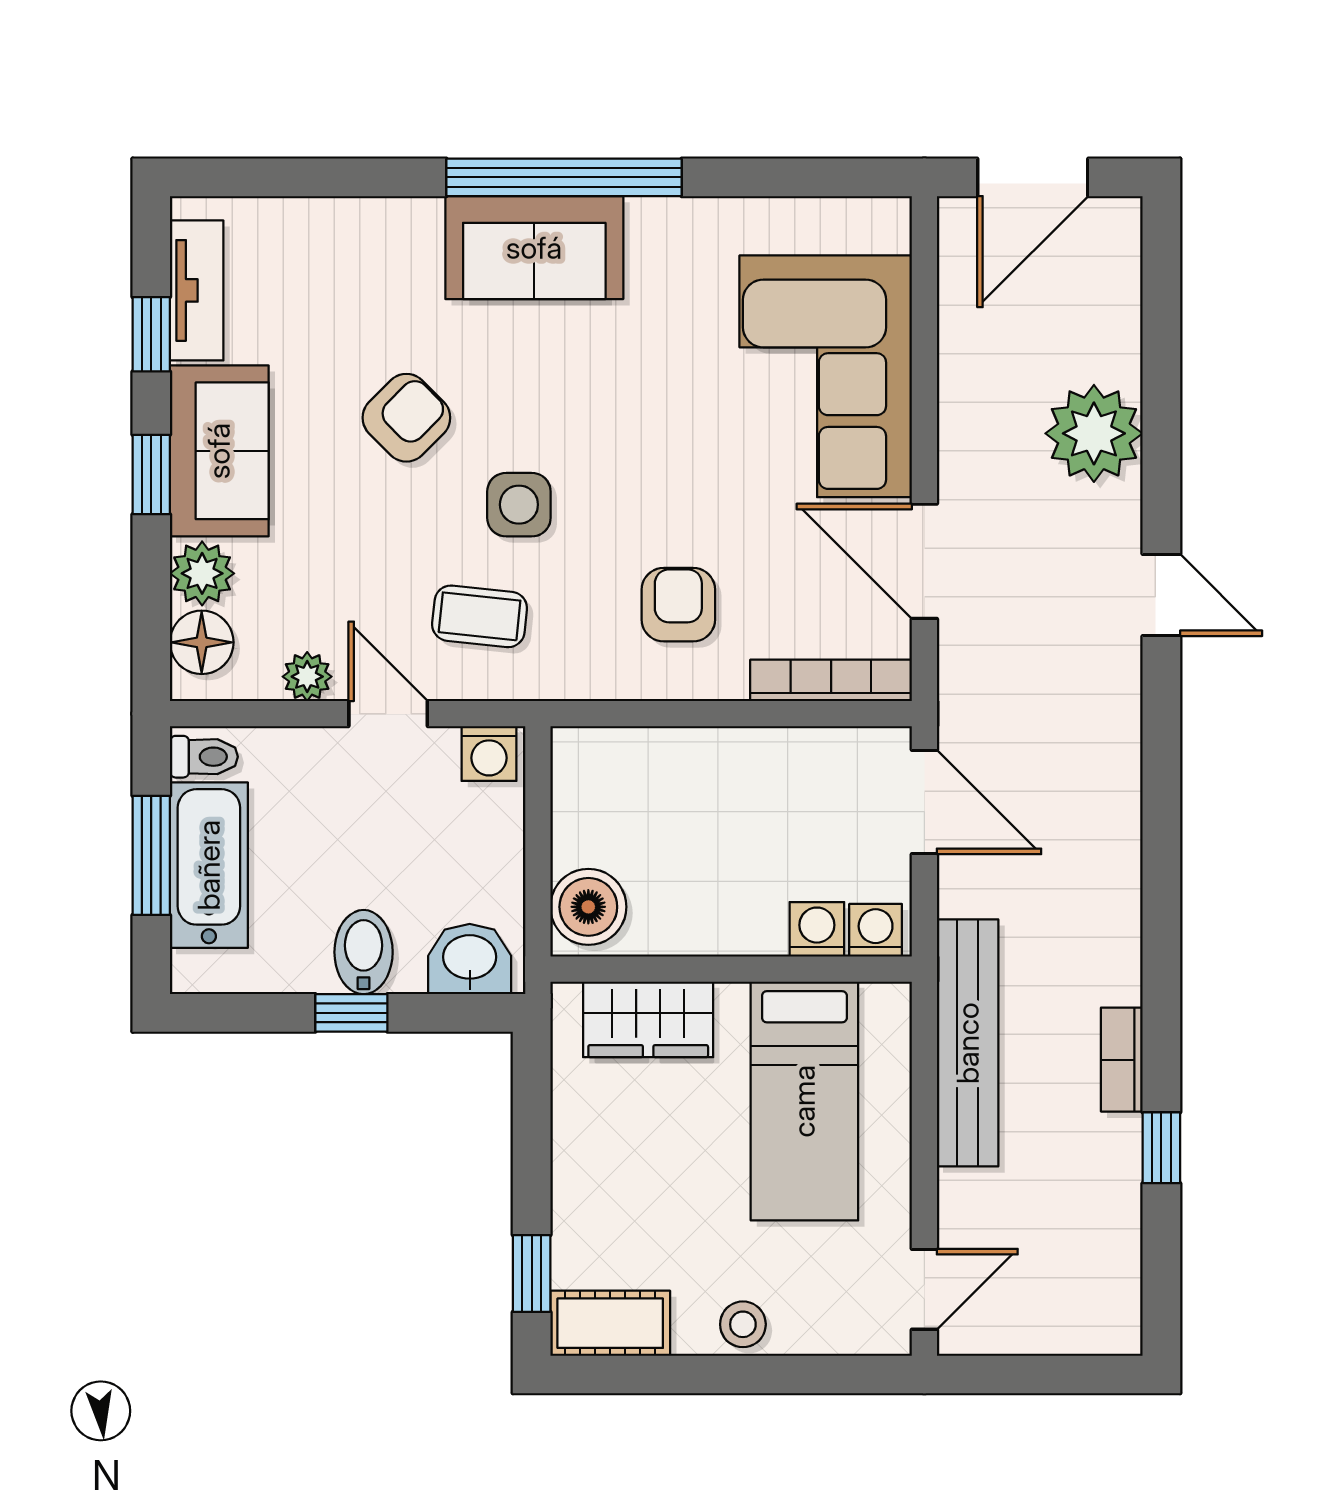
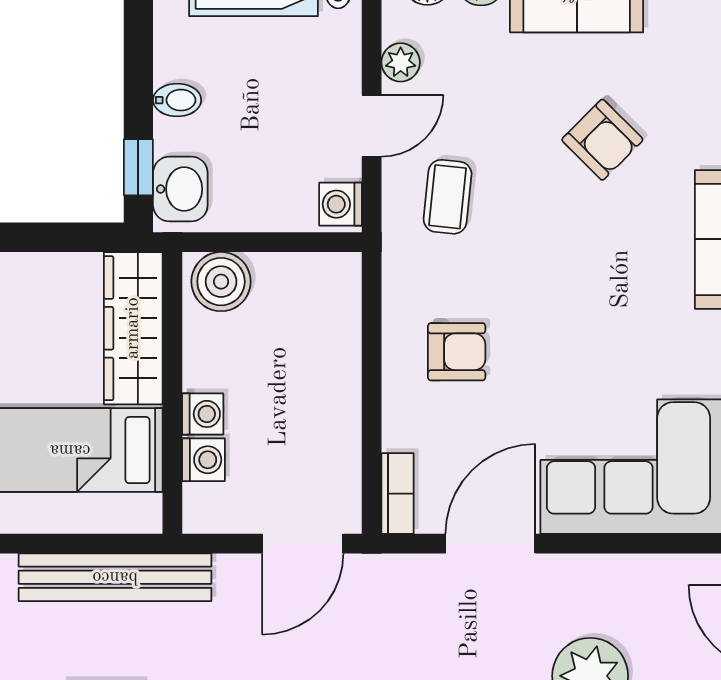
side table: (519, 505) -> (535, 227), removed
bookcase: (831, 680) -> (398, 494), width x0.64
washing machine: (876, 930) -> (203, 414), moved
bidet: (364, 952) -> (177, 100), width x0.72, depth x0.74
window: (351, 1013) -> (138, 167), moved
wardrobe: (648, 1019) -> (133, 328), width x1.50

